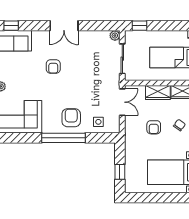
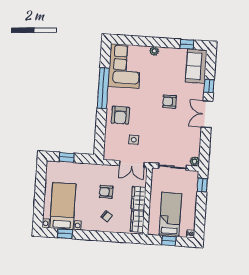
window: (11, 26) -> (209, 86), moved
armchair: (71, 118) -> (120, 115), turned 90
side table: (98, 122) -> (134, 140), moved
window: (64, 138) -> (103, 88), moved

